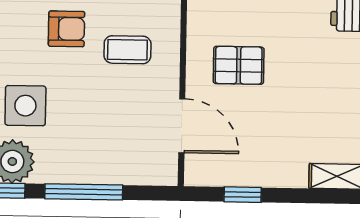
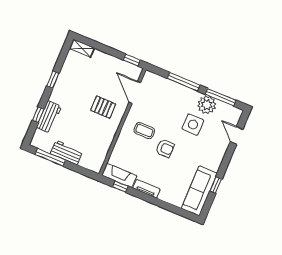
armchair: (66, 29) -> (165, 148), turned 180
window: (243, 195) -> (132, 60), moved

